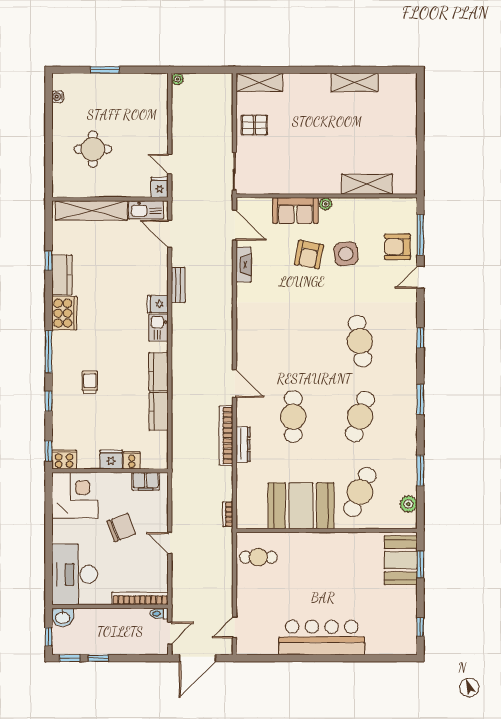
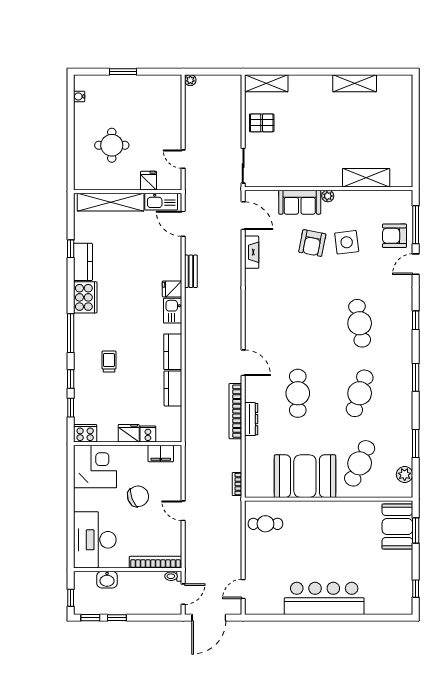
fridge: (160, 187) -> (149, 181), moved
window: (49, 451) -> (71, 408), moved
washbasin: (63, 617) -> (107, 580), moved

